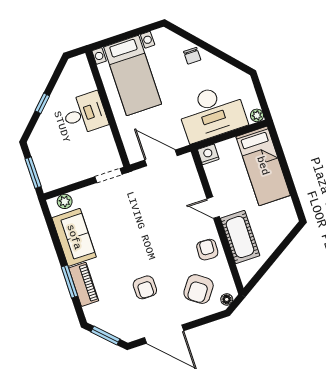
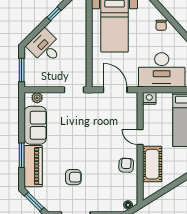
window: (42, 103) -> (54, 14), moved
desk: (85, 114) -> (45, 47), moved, turned -135
piano: (84, 284) -> (33, 166), width x1.37, depth x1.33
armchair: (145, 287) -> (73, 177), turned -90
armchair: (199, 289) -> (111, 191), removed

